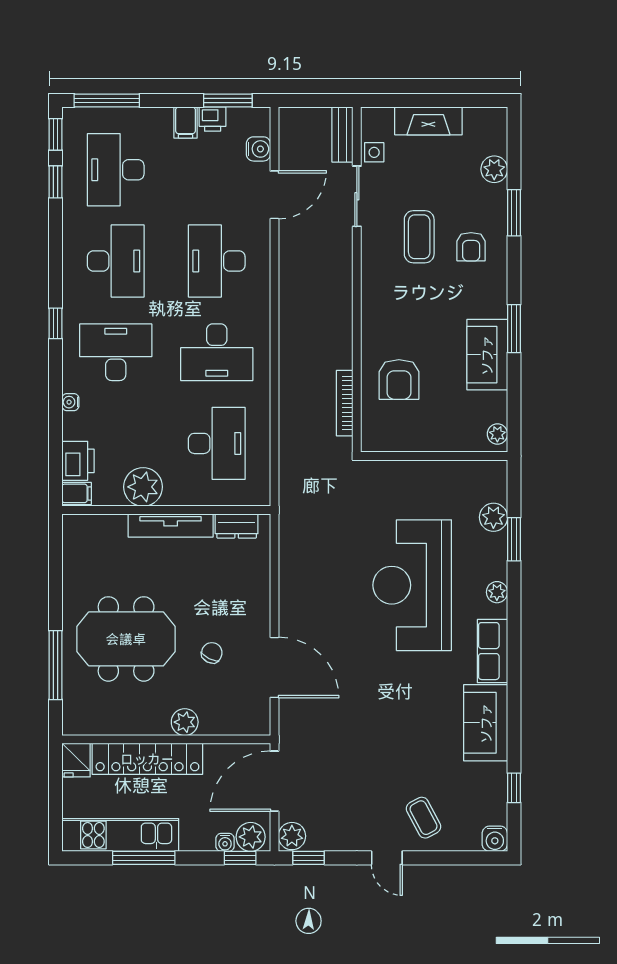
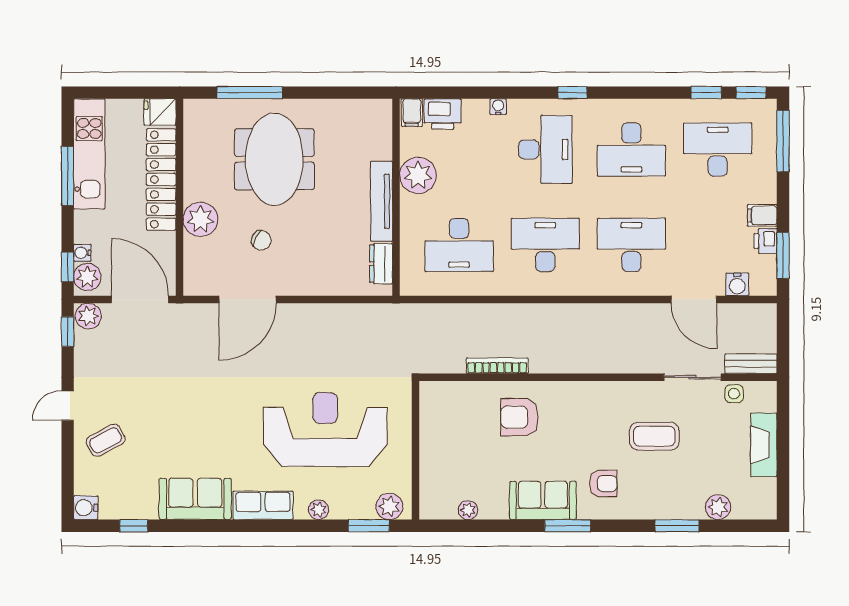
armchair: (471, 247) -> (603, 484), moved, turned 180
desk: (217, 352) -> (545, 245), turned 90
wall: (434, 456) -> (416, 450), moved
plant: (185, 722) -> (200, 219), width x1.36, depth x1.36

